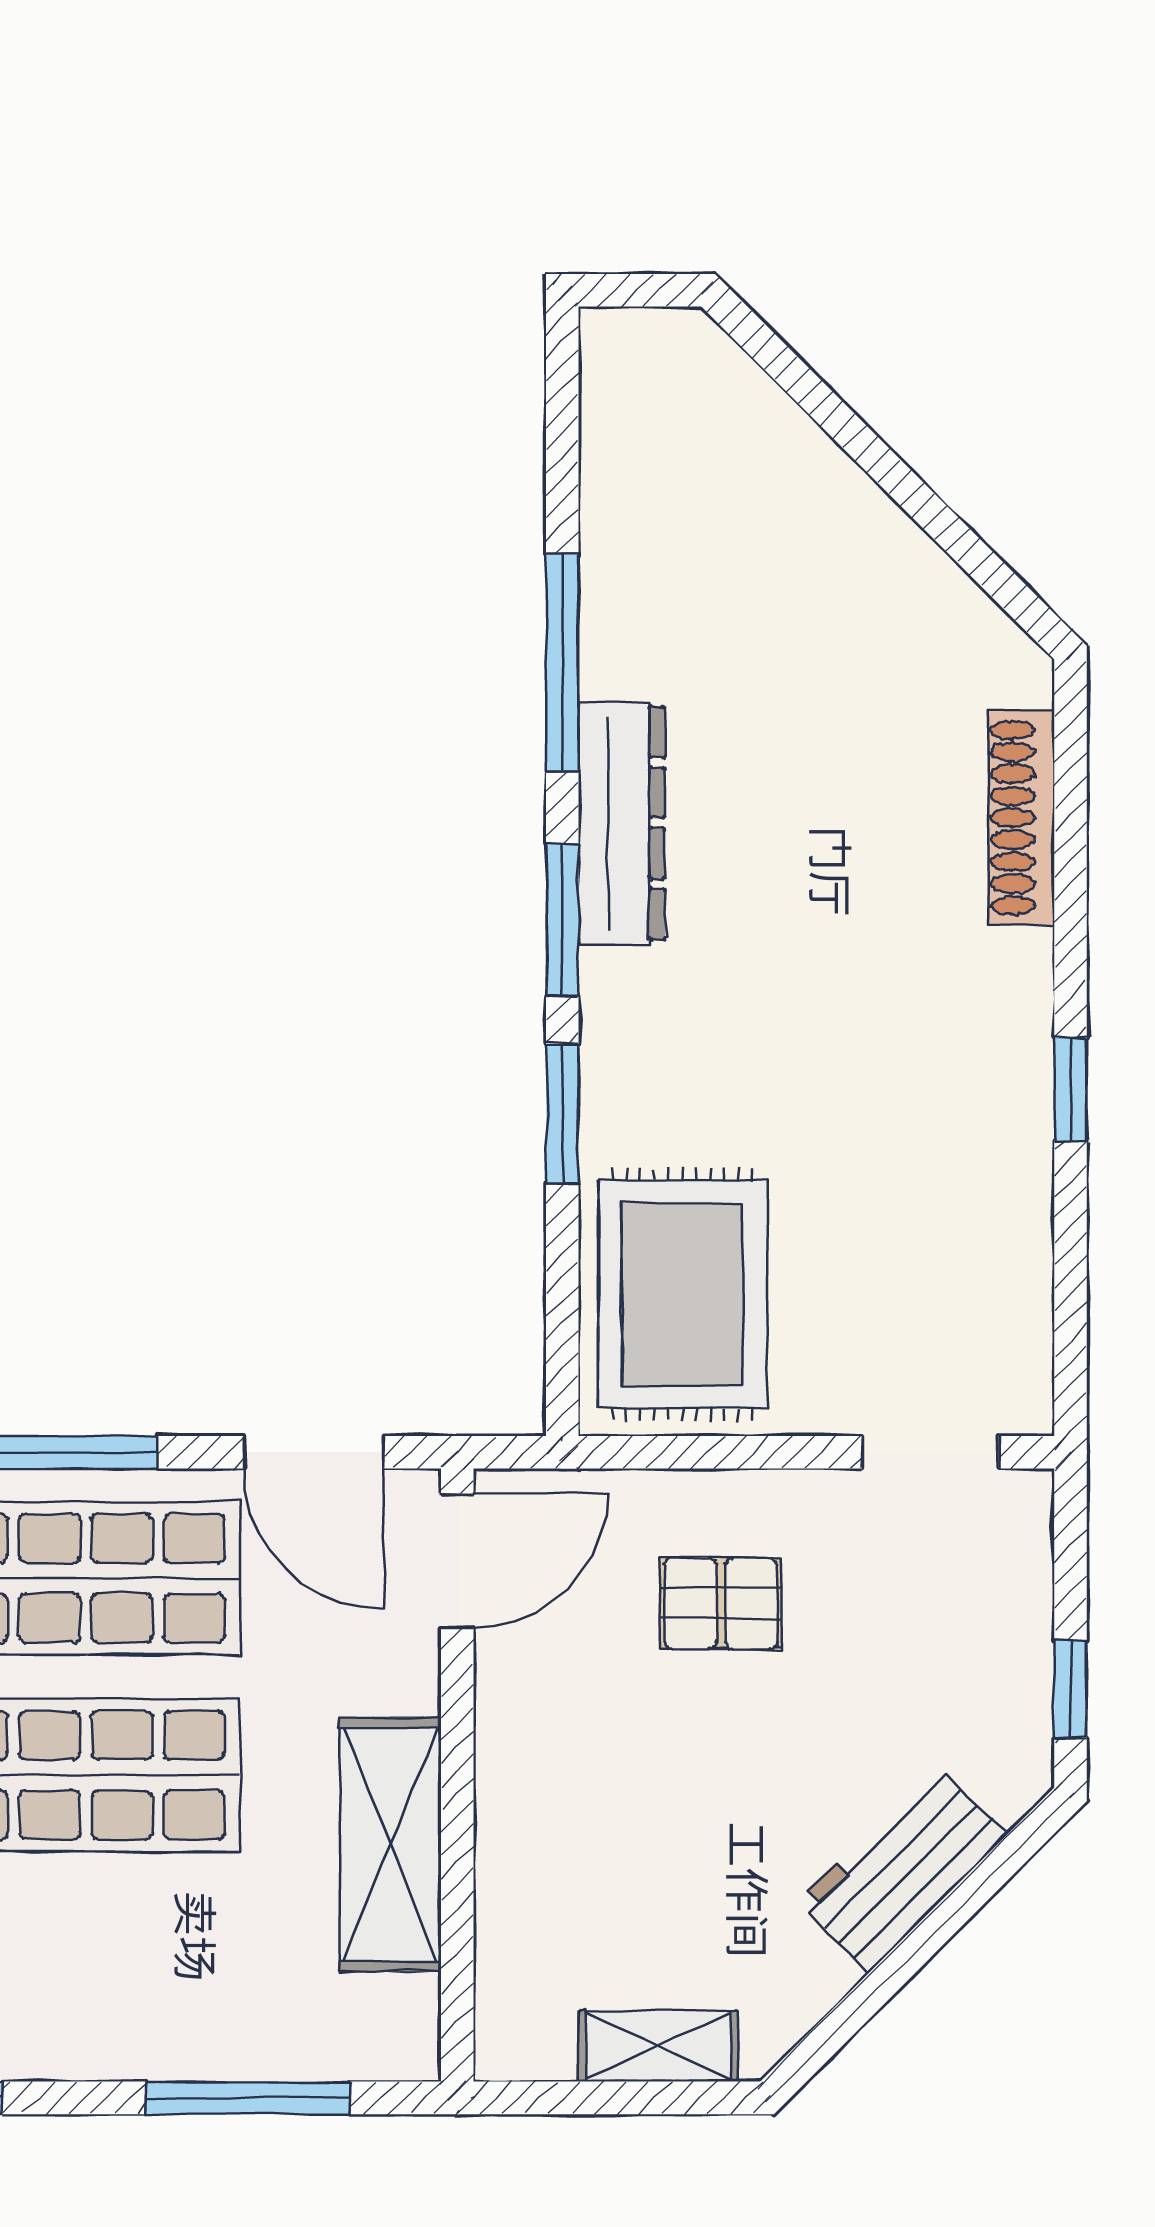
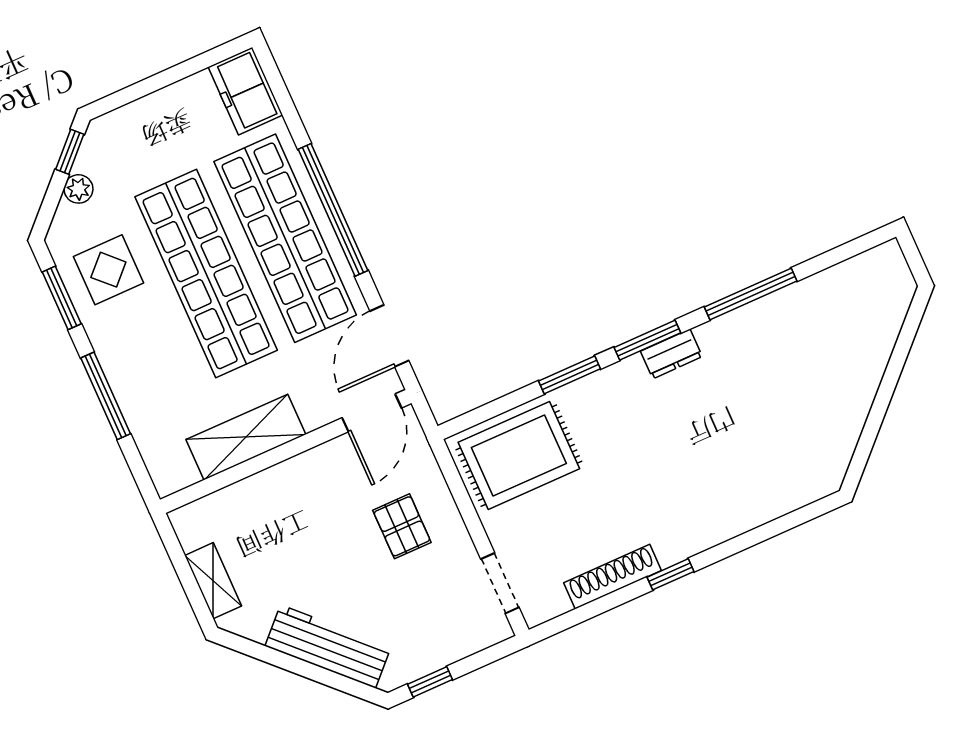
shoe rack: (1021, 818) -> (613, 577), moved
dresser: (622, 823) -> (671, 354), width x0.51, depth x0.80
door: (457, 1560) -> (372, 413), hinge flipped
workbench: (902, 1868) -> (328, 646), width x1.38
window: (248, 2098) -> (106, 396), moved

